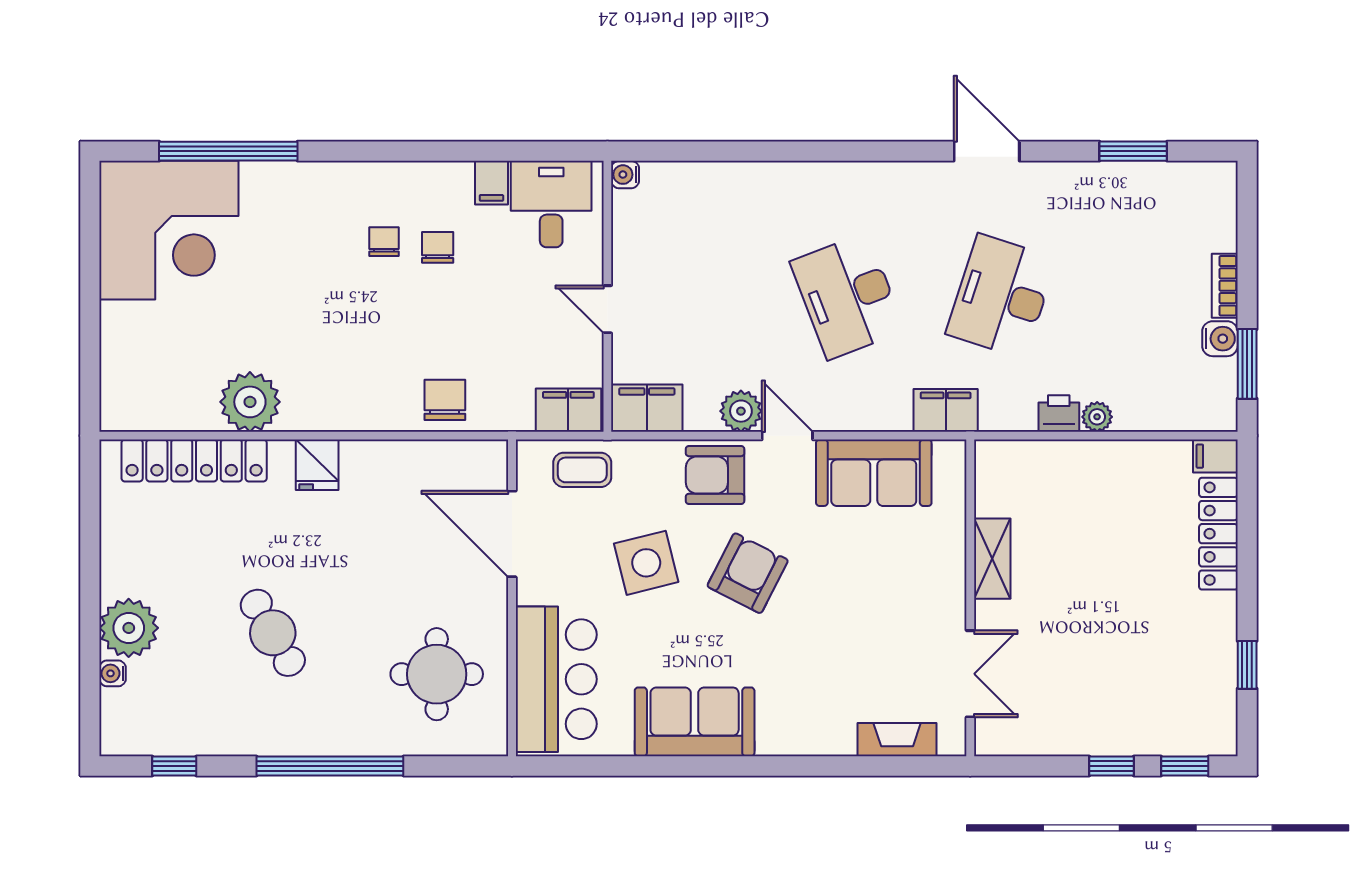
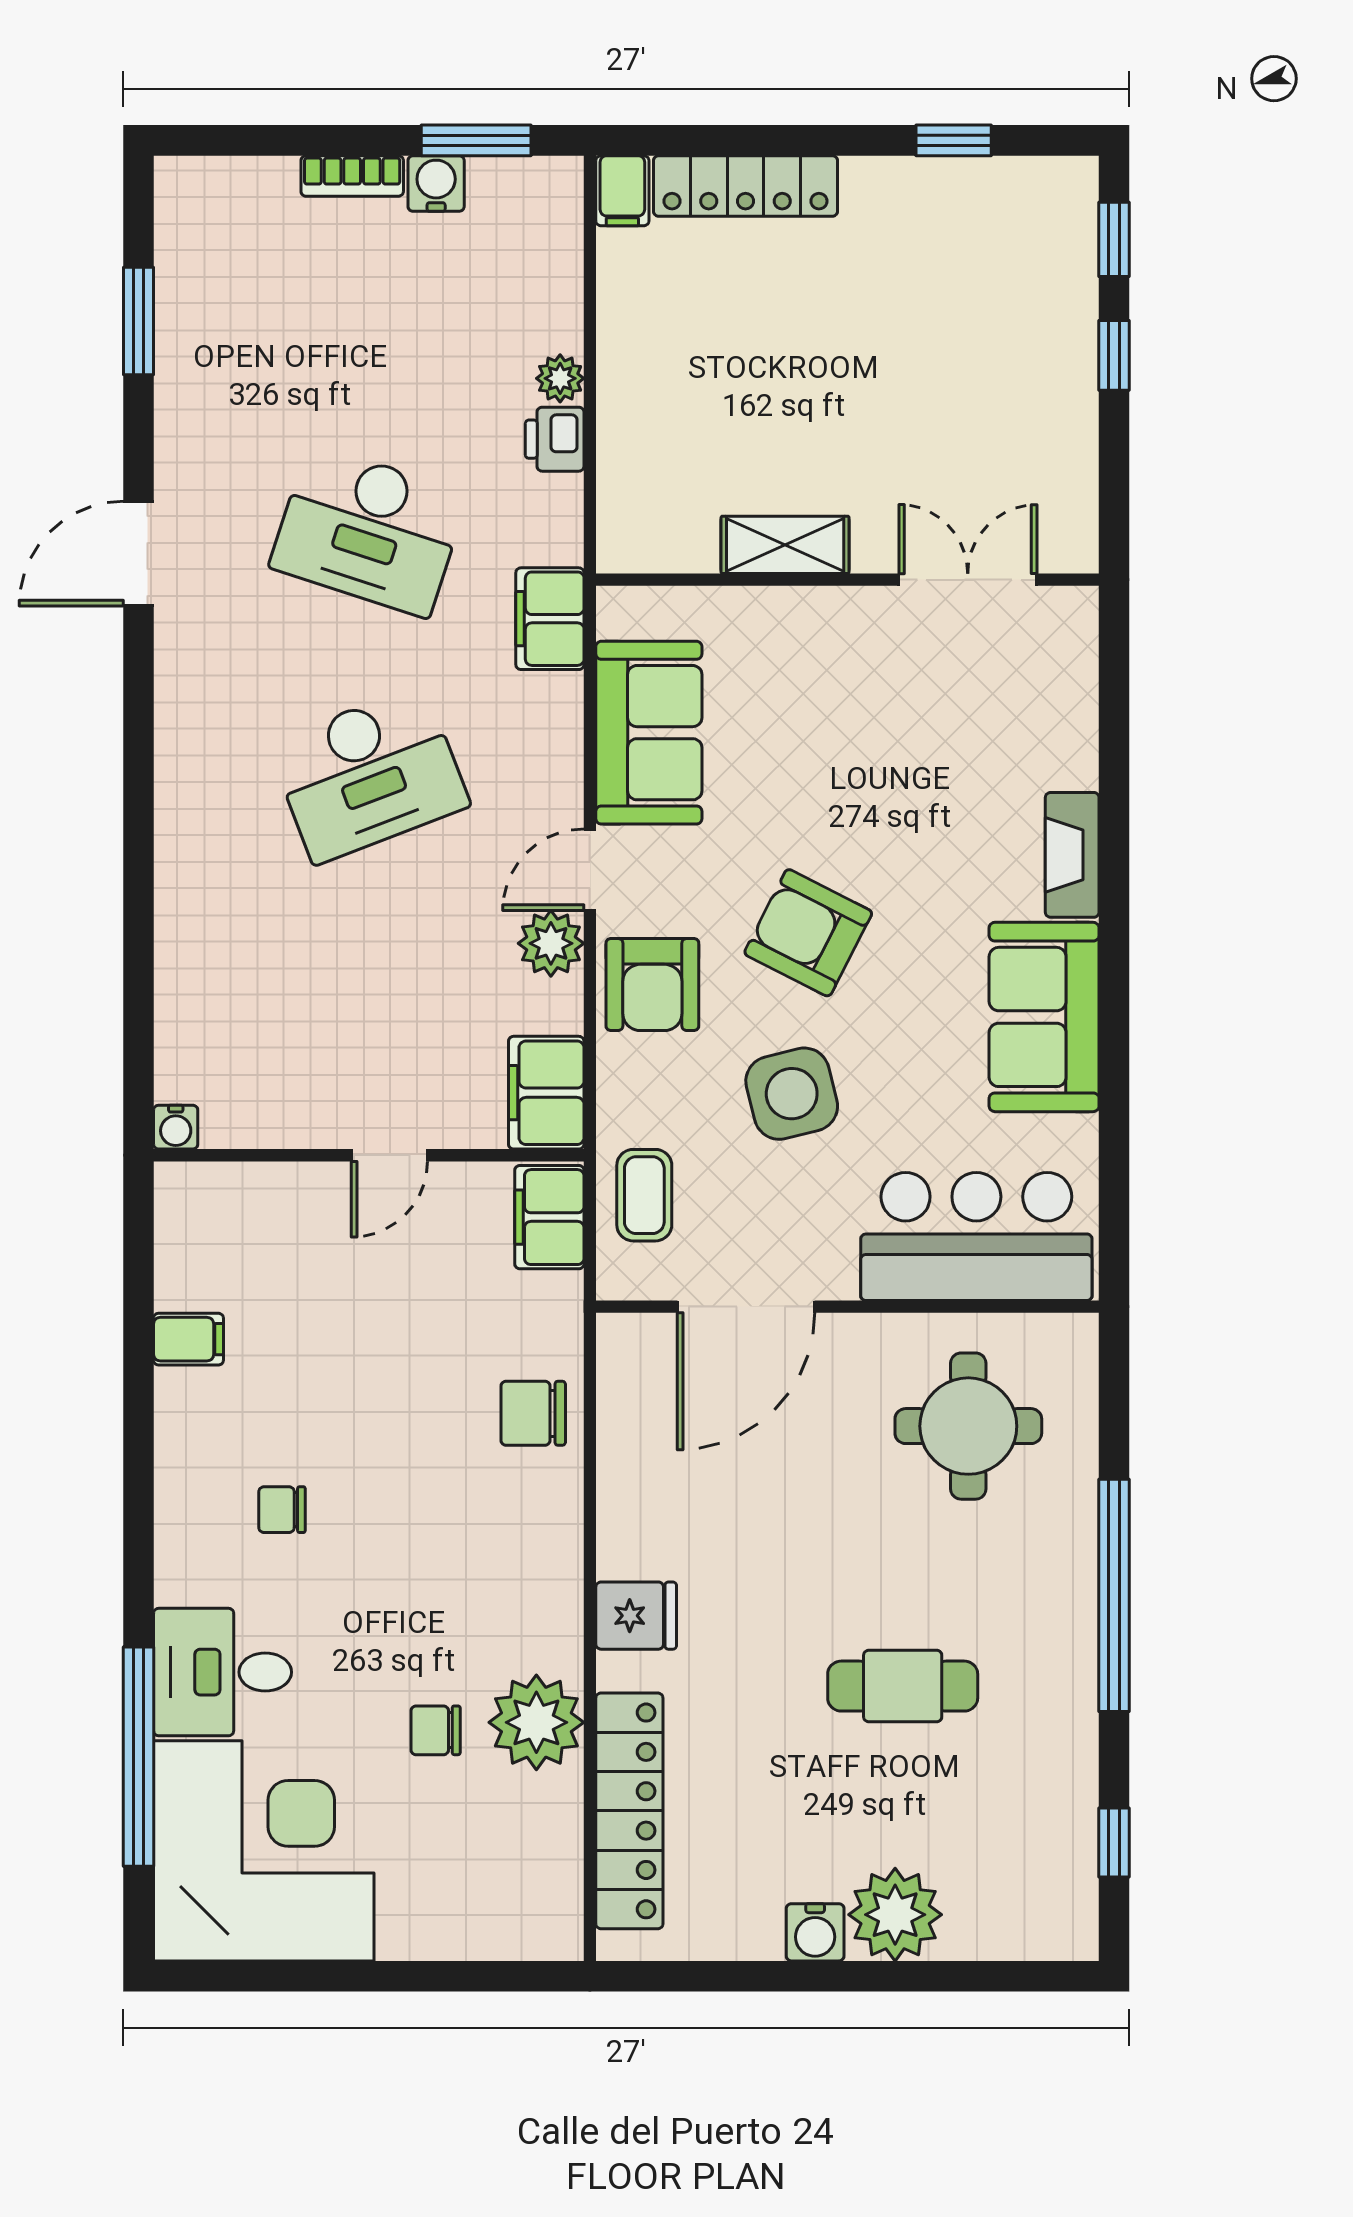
desk: (551, 204) -> (223, 1672), moved
chair: (438, 247) -> (436, 1730), moved
cafe table: (273, 633) -> (903, 1686), turned 30
water cooler: (113, 673) -> (815, 1932), moved, width x1.38, depth x1.38
fireplace: (897, 740) -> (1072, 855), moved

